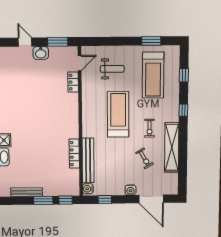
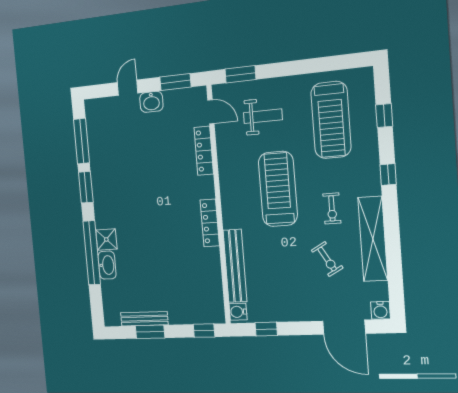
window: (151, 41) -> (240, 74), moved
door: (25, 42) -> (128, 88), hinge flipped
door: (80, 63) -> (211, 112), hinge flipped
locker: (73, 82) -> (204, 151), width x1.53
locker: (74, 154) -> (210, 223), moved
water cooler: (131, 190) -> (380, 310), moved
window: (43, 200) -> (150, 332), moved

